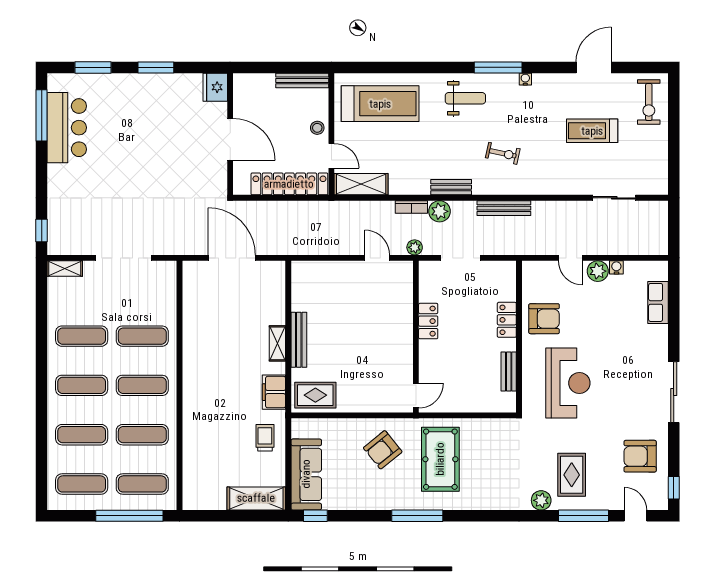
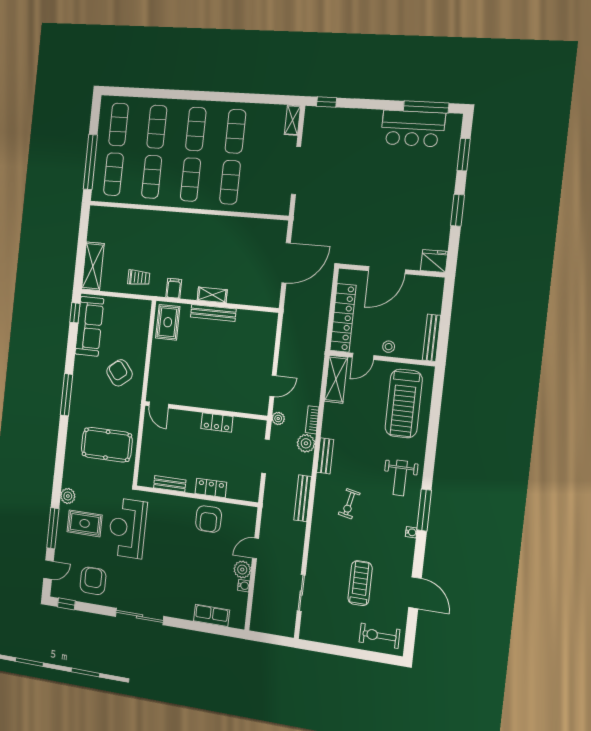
reception desk: (568, 383) -> (127, 528), moved, turned 90
filing cabinet: (274, 392) -> (174, 288), width x0.50
pool table: (440, 459) -> (107, 445), moved
sofa: (306, 474) -> (89, 326), moved, turned -90

